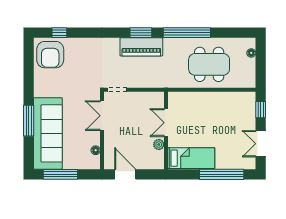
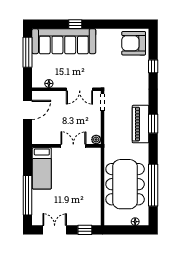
window: (59, 33) -> (153, 66), moved
window: (187, 33) -> (153, 185), moved
dining table: (209, 64) -> (125, 184), width x1.36, depth x1.24
double door: (102, 116) -> (80, 89), swing flipped
window: (29, 121) -> (75, 24), width x0.46
plant: (159, 145) -> (96, 140), moved

